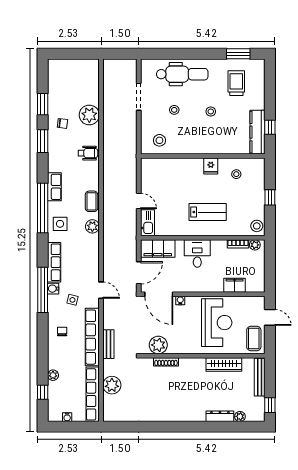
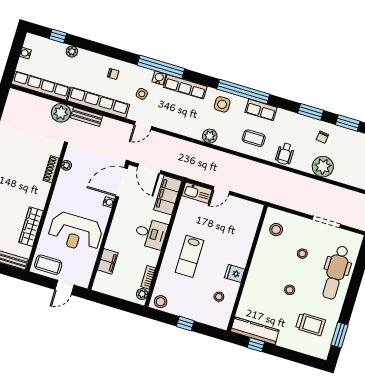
coffee table: (92, 201) -> (254, 138), moved
plant: (158, 345) -> (66, 165), width x0.53, depth x0.53
plant: (112, 385) -> (61, 113), moved

